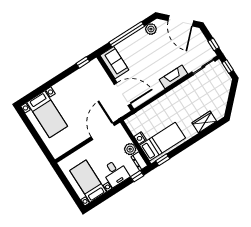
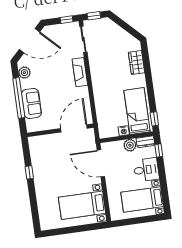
window: (83, 62) -> (29, 172), moved
sofa: (114, 63) -> (31, 103), moved, turned 90
bed with nightstands: (47, 114) -> (82, 205), moved, turned 180

